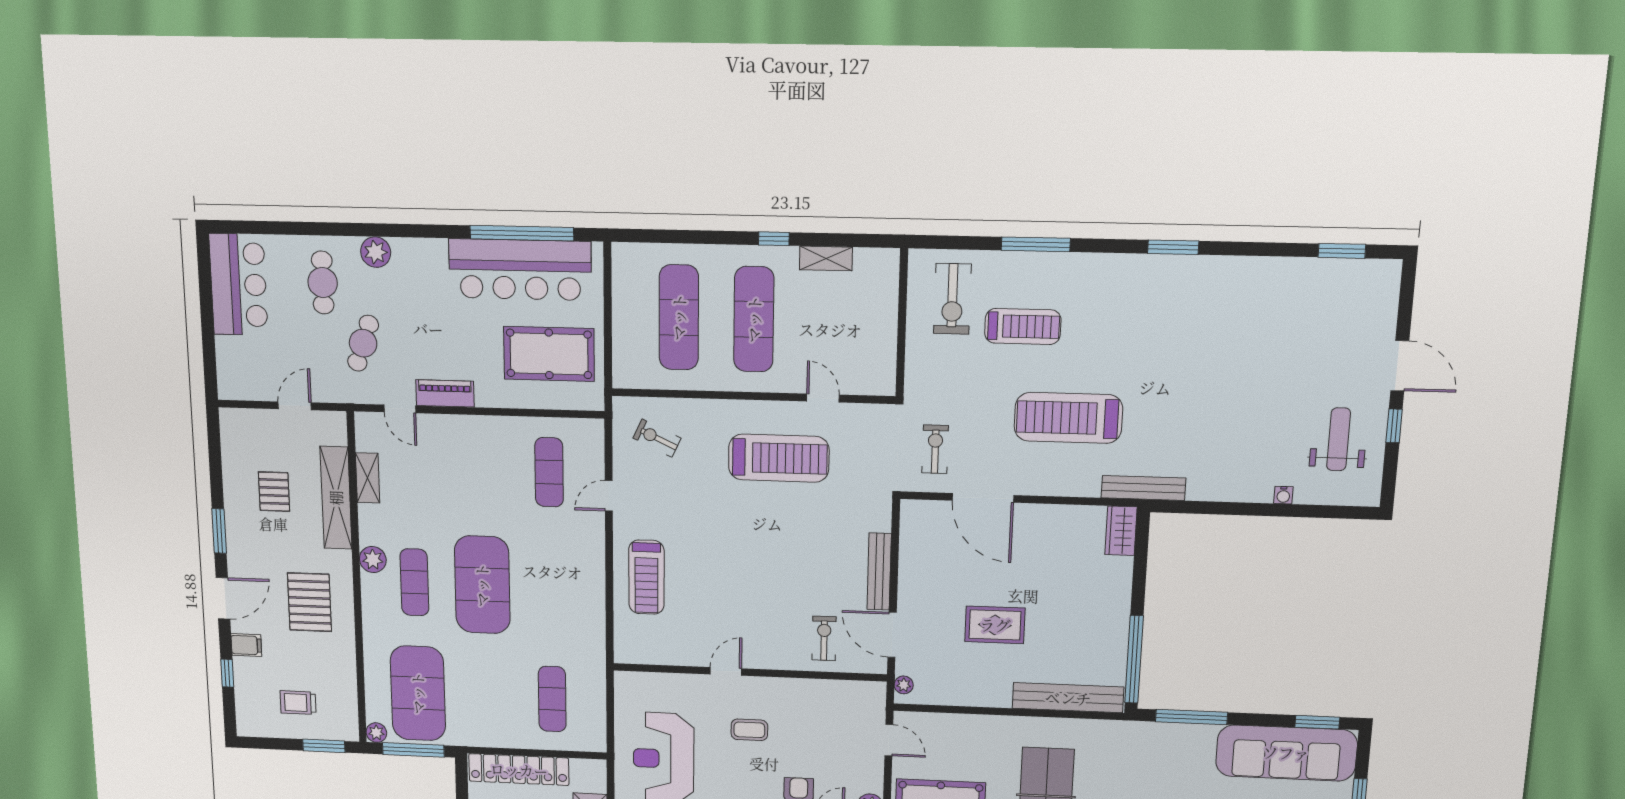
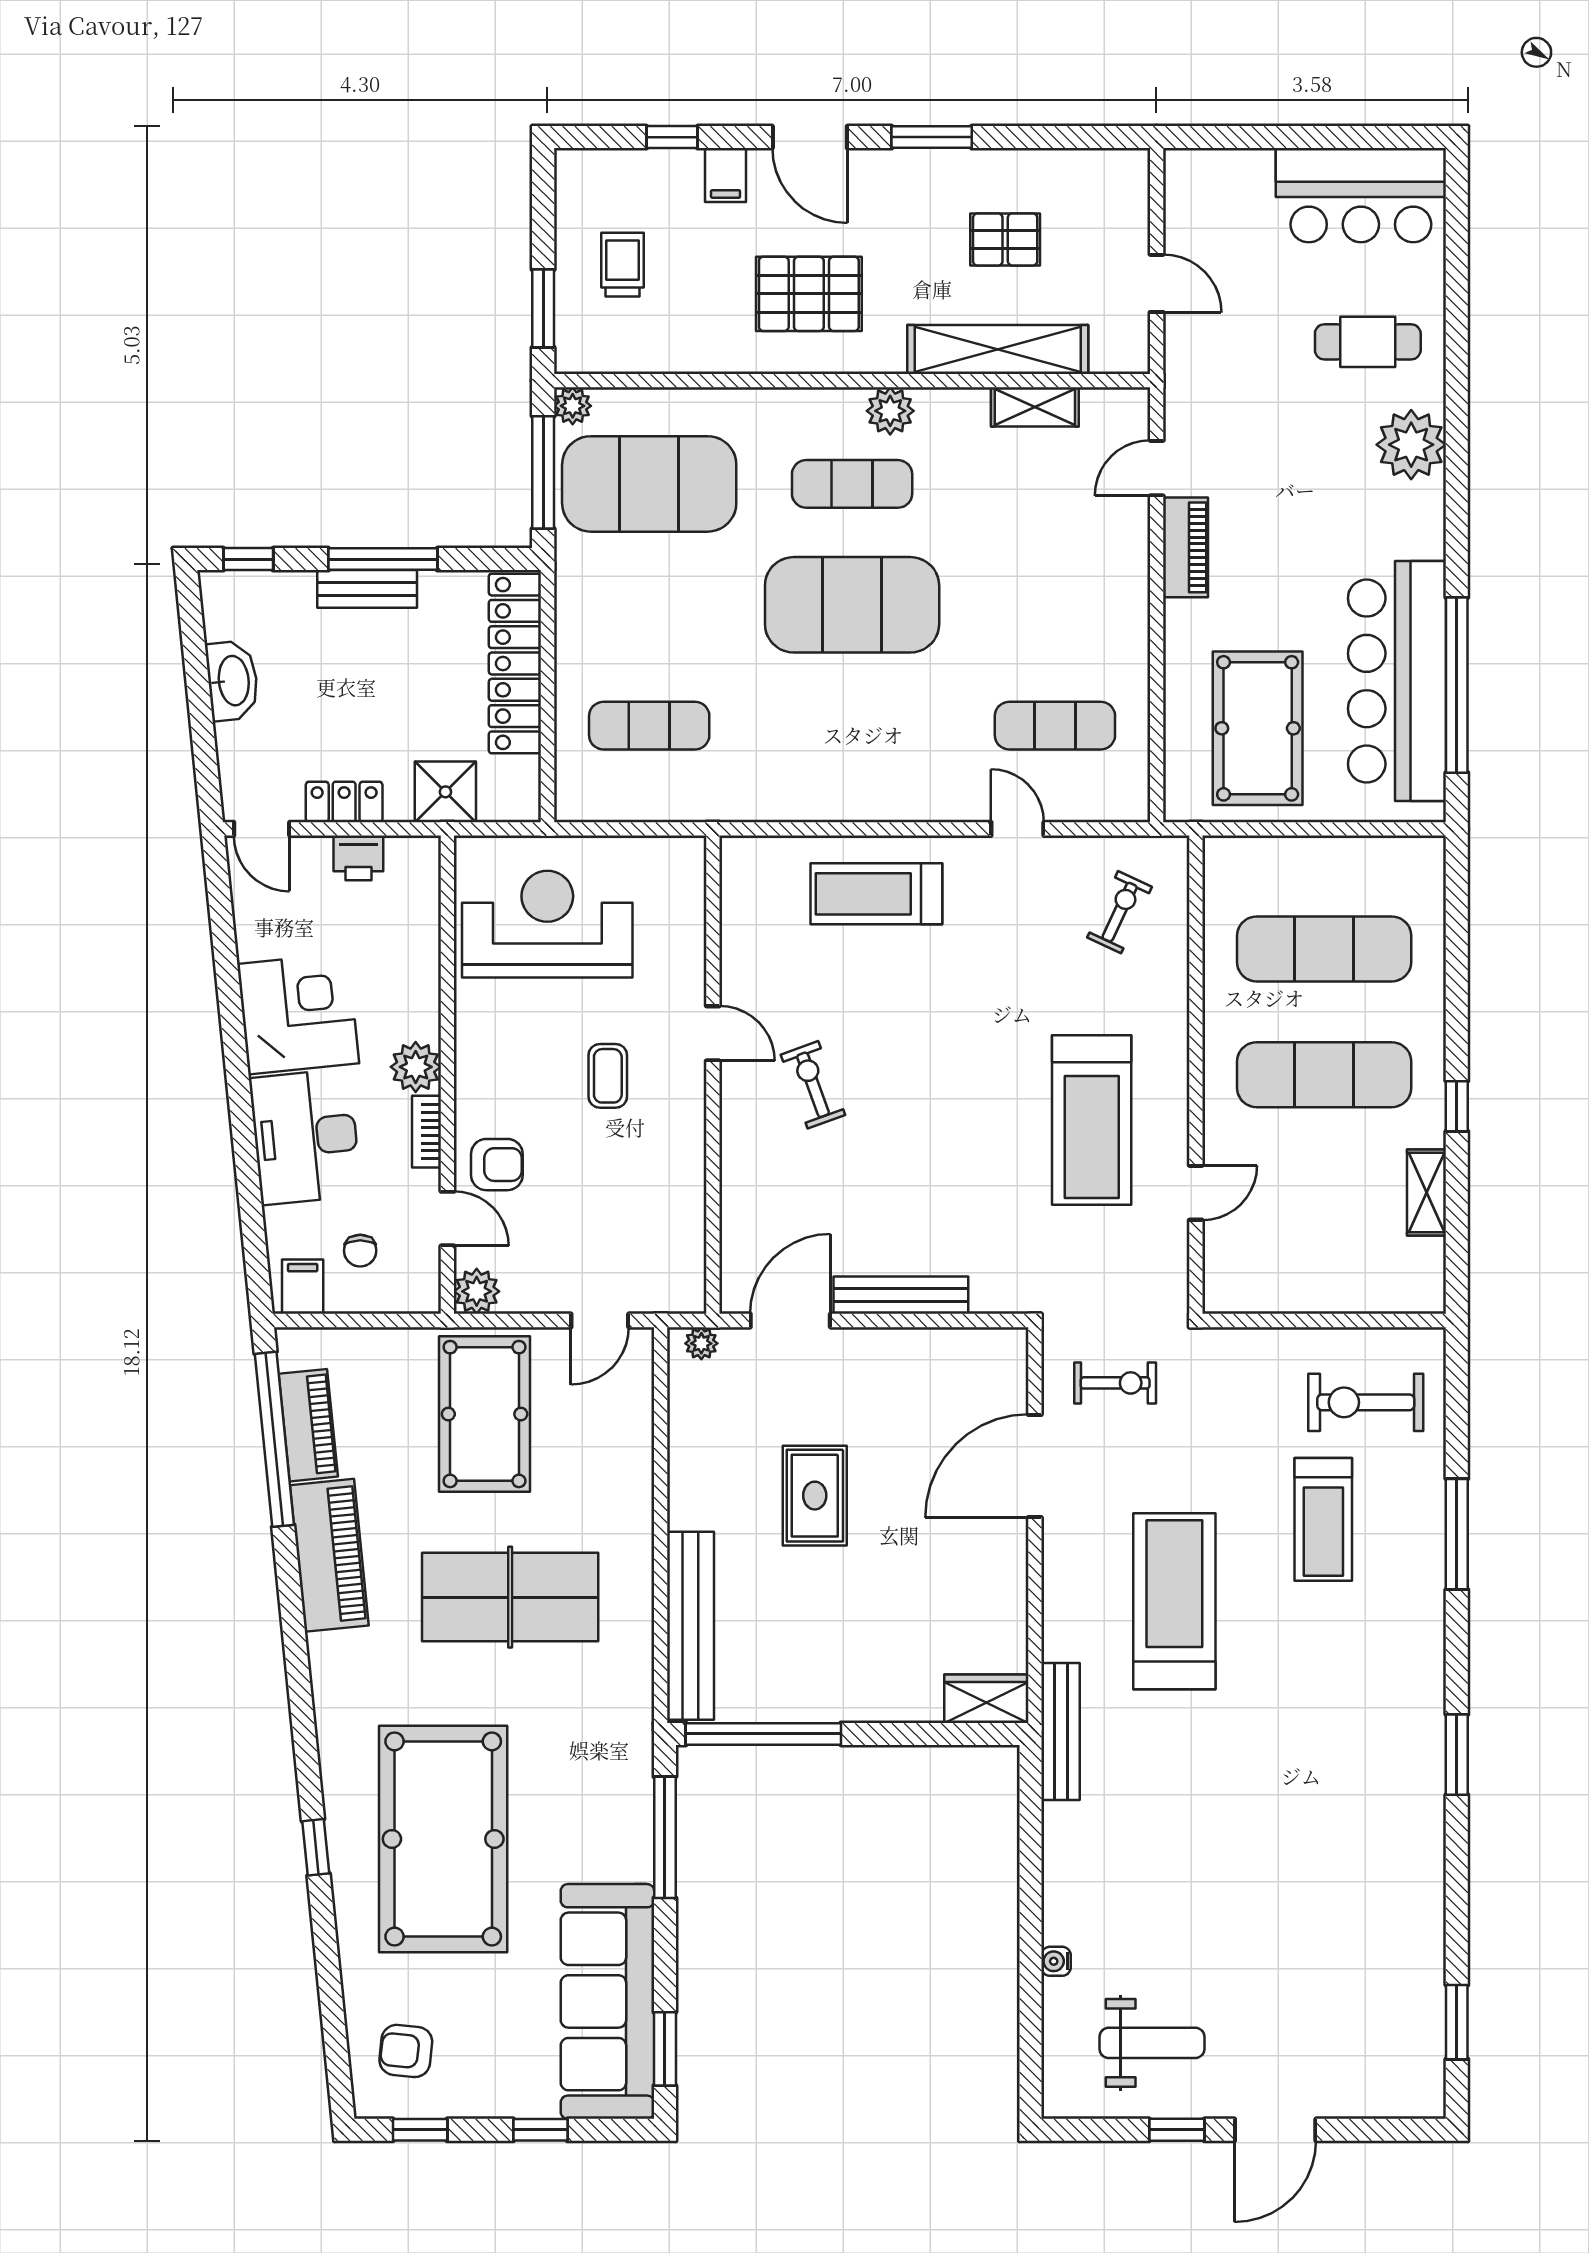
plant: (376, 252) -> (1411, 445), width x1.36, depth x1.36
cafe table: (363, 343) -> (1267, 408), removed
exercise bike: (824, 638) -> (813, 1085), moved, turned -110

